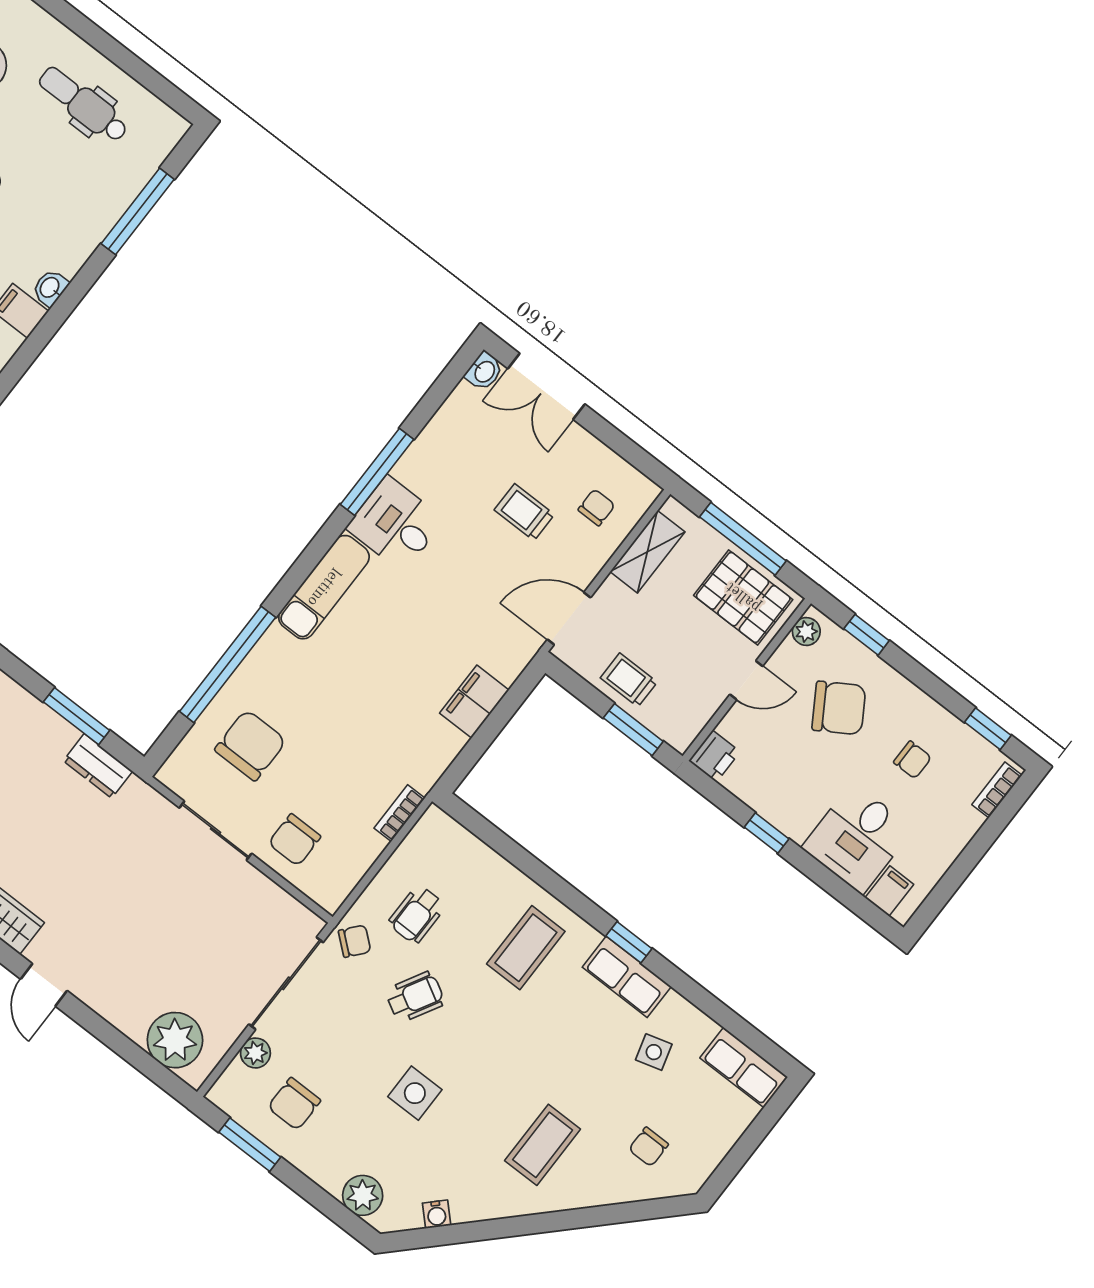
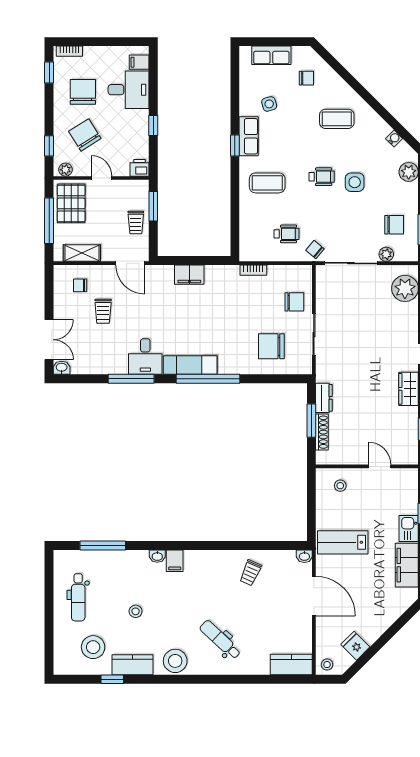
window: (228, 664) -> (208, 379), moved
shoe rack: (44, 719) -> (322, 432), added
chair: (912, 760) -> (83, 92), width x1.87, depth x1.87
wheelchair: (415, 997) -> (322, 177), moved, turned 151
row of seats: (744, 1067) -> (271, 55), moved, turned 90

